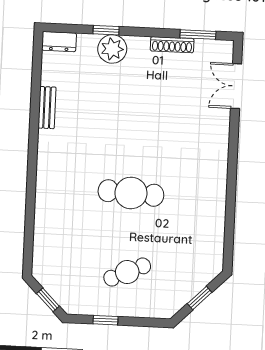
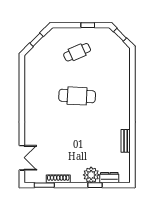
dresser: (59, 42) -> (109, 178), moved

